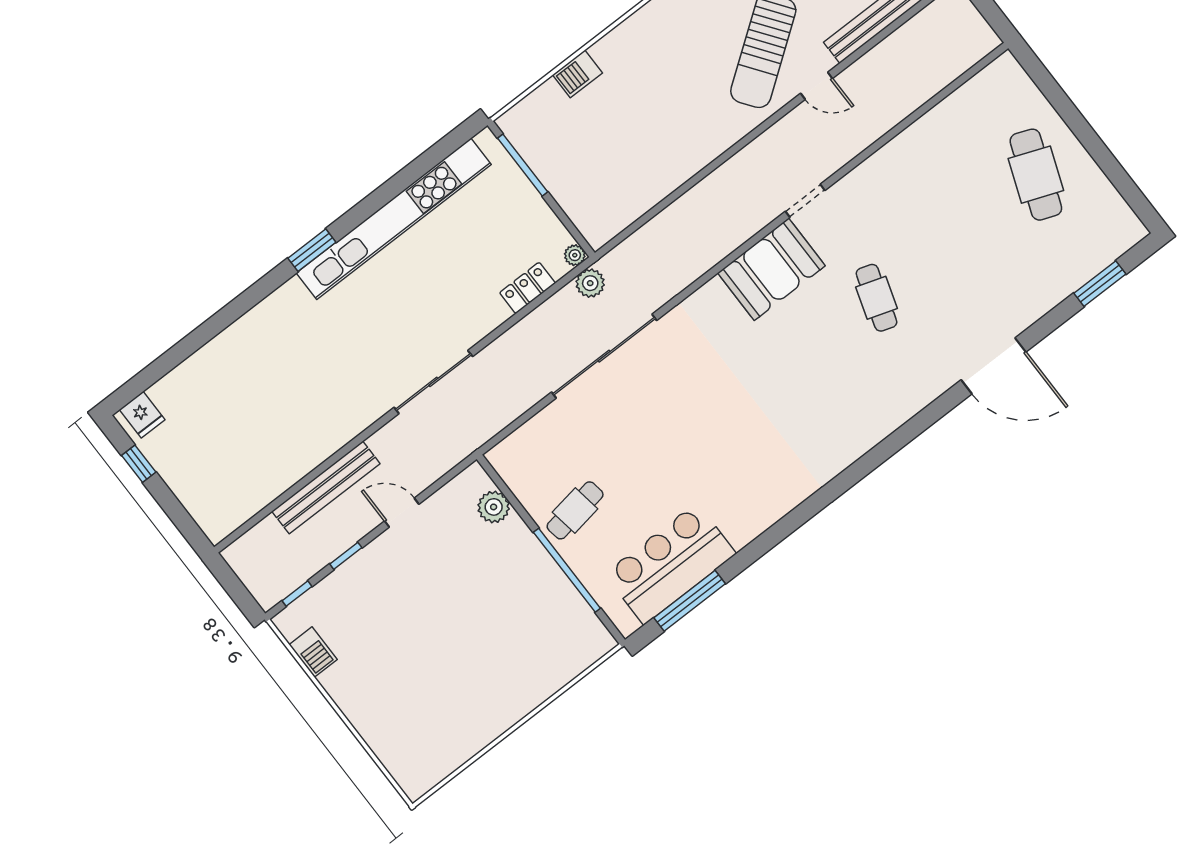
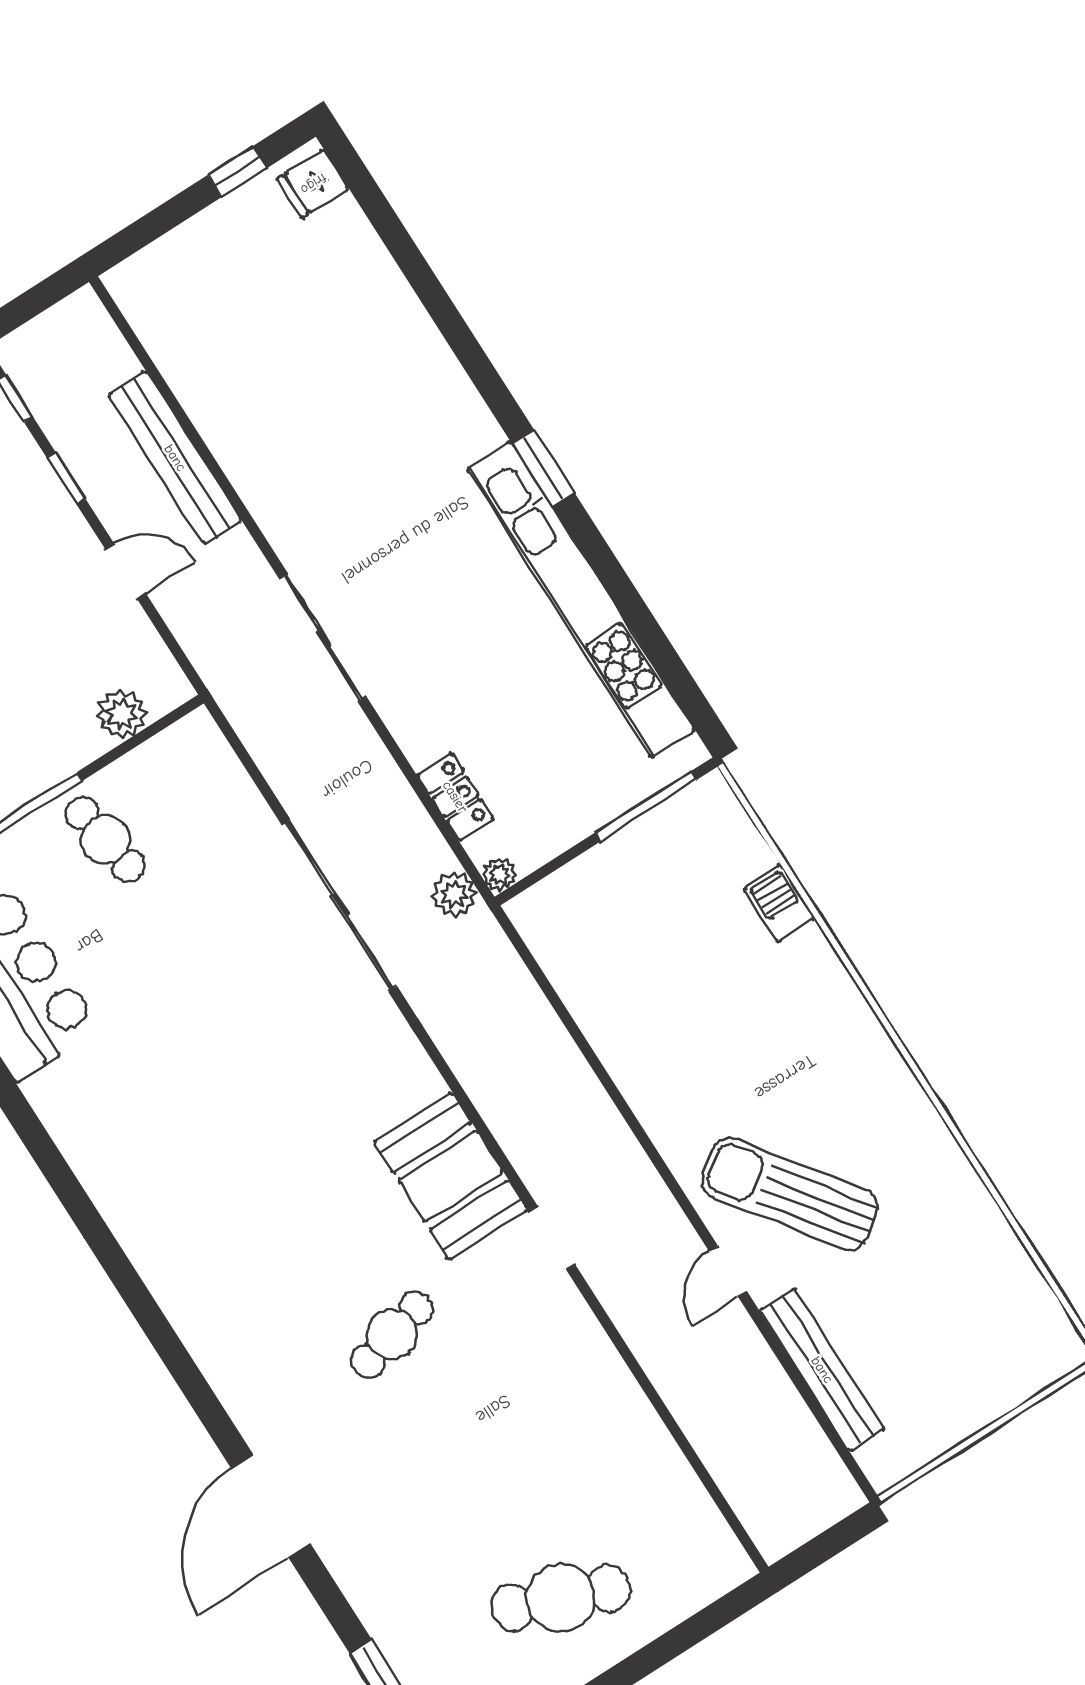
cafe table: (876, 298) -> (392, 1335), turned -33
door: (402, 513) -> (126, 571), hinge flipped

